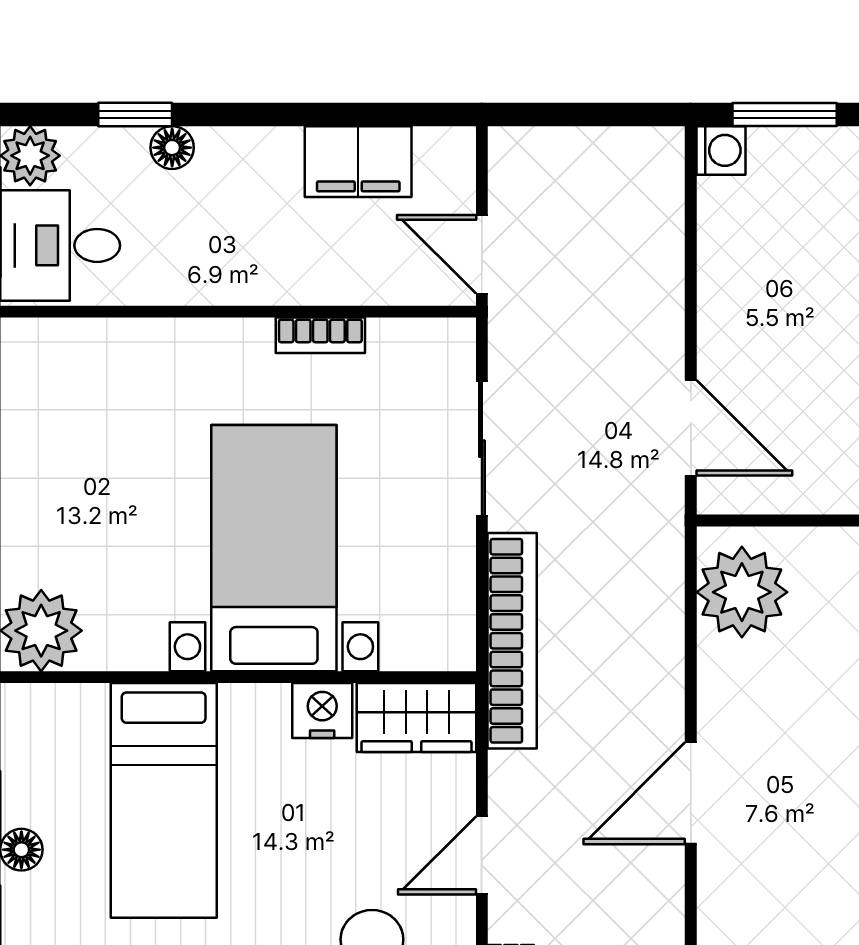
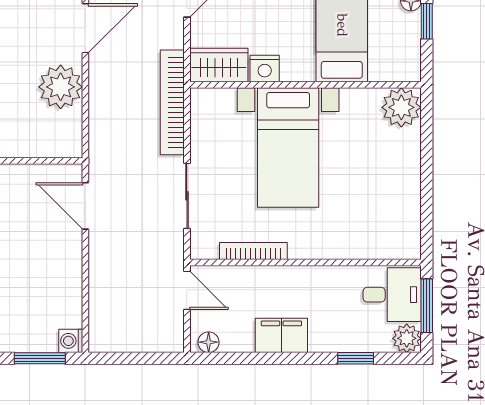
floor lamp: (172, 148) -> (209, 342), moved
filing cabinet: (358, 162) -> (281, 335), moved
bookcase: (320, 335) -> (253, 251), width x1.56
plant: (742, 592) -> (61, 87), moved

